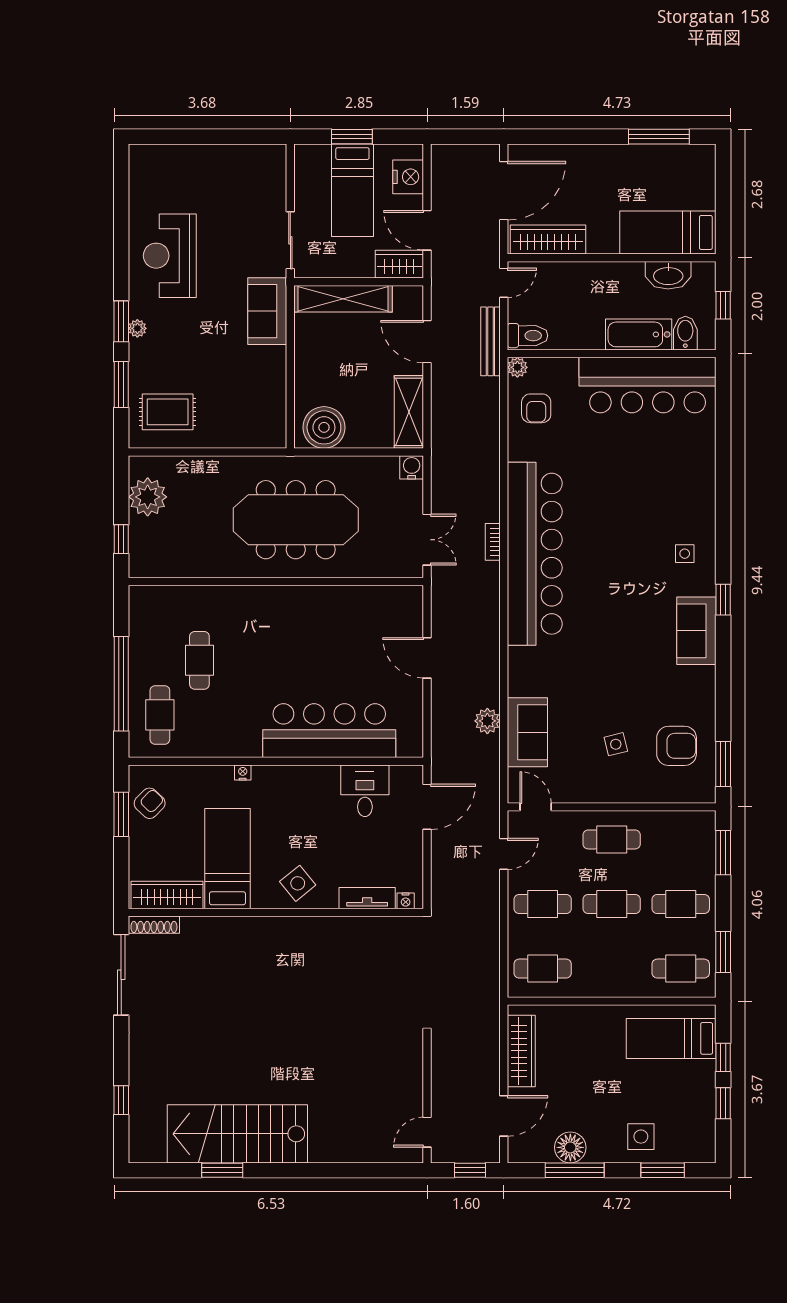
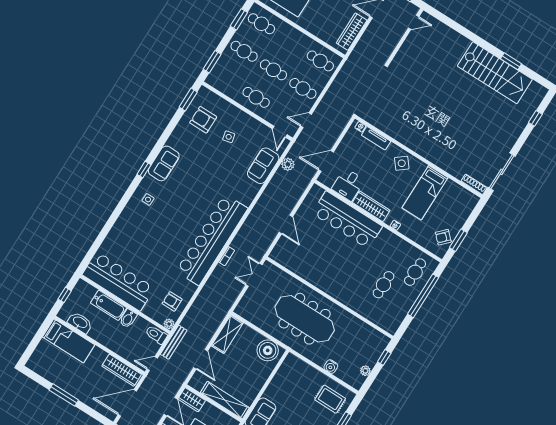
window: (659, 137) -> (64, 395), moved
bidet: (685, 333) -> (128, 318), moved
armchair: (536, 408) -> (172, 301), turned -90
water cooler: (412, 467) -> (331, 367), moved
plant: (148, 497) -> (365, 371), width x0.53, depth x0.53
plant: (487, 721) -> (288, 164), moved
wardrobe: (167, 895) -> (371, 206), moved, turned 180

